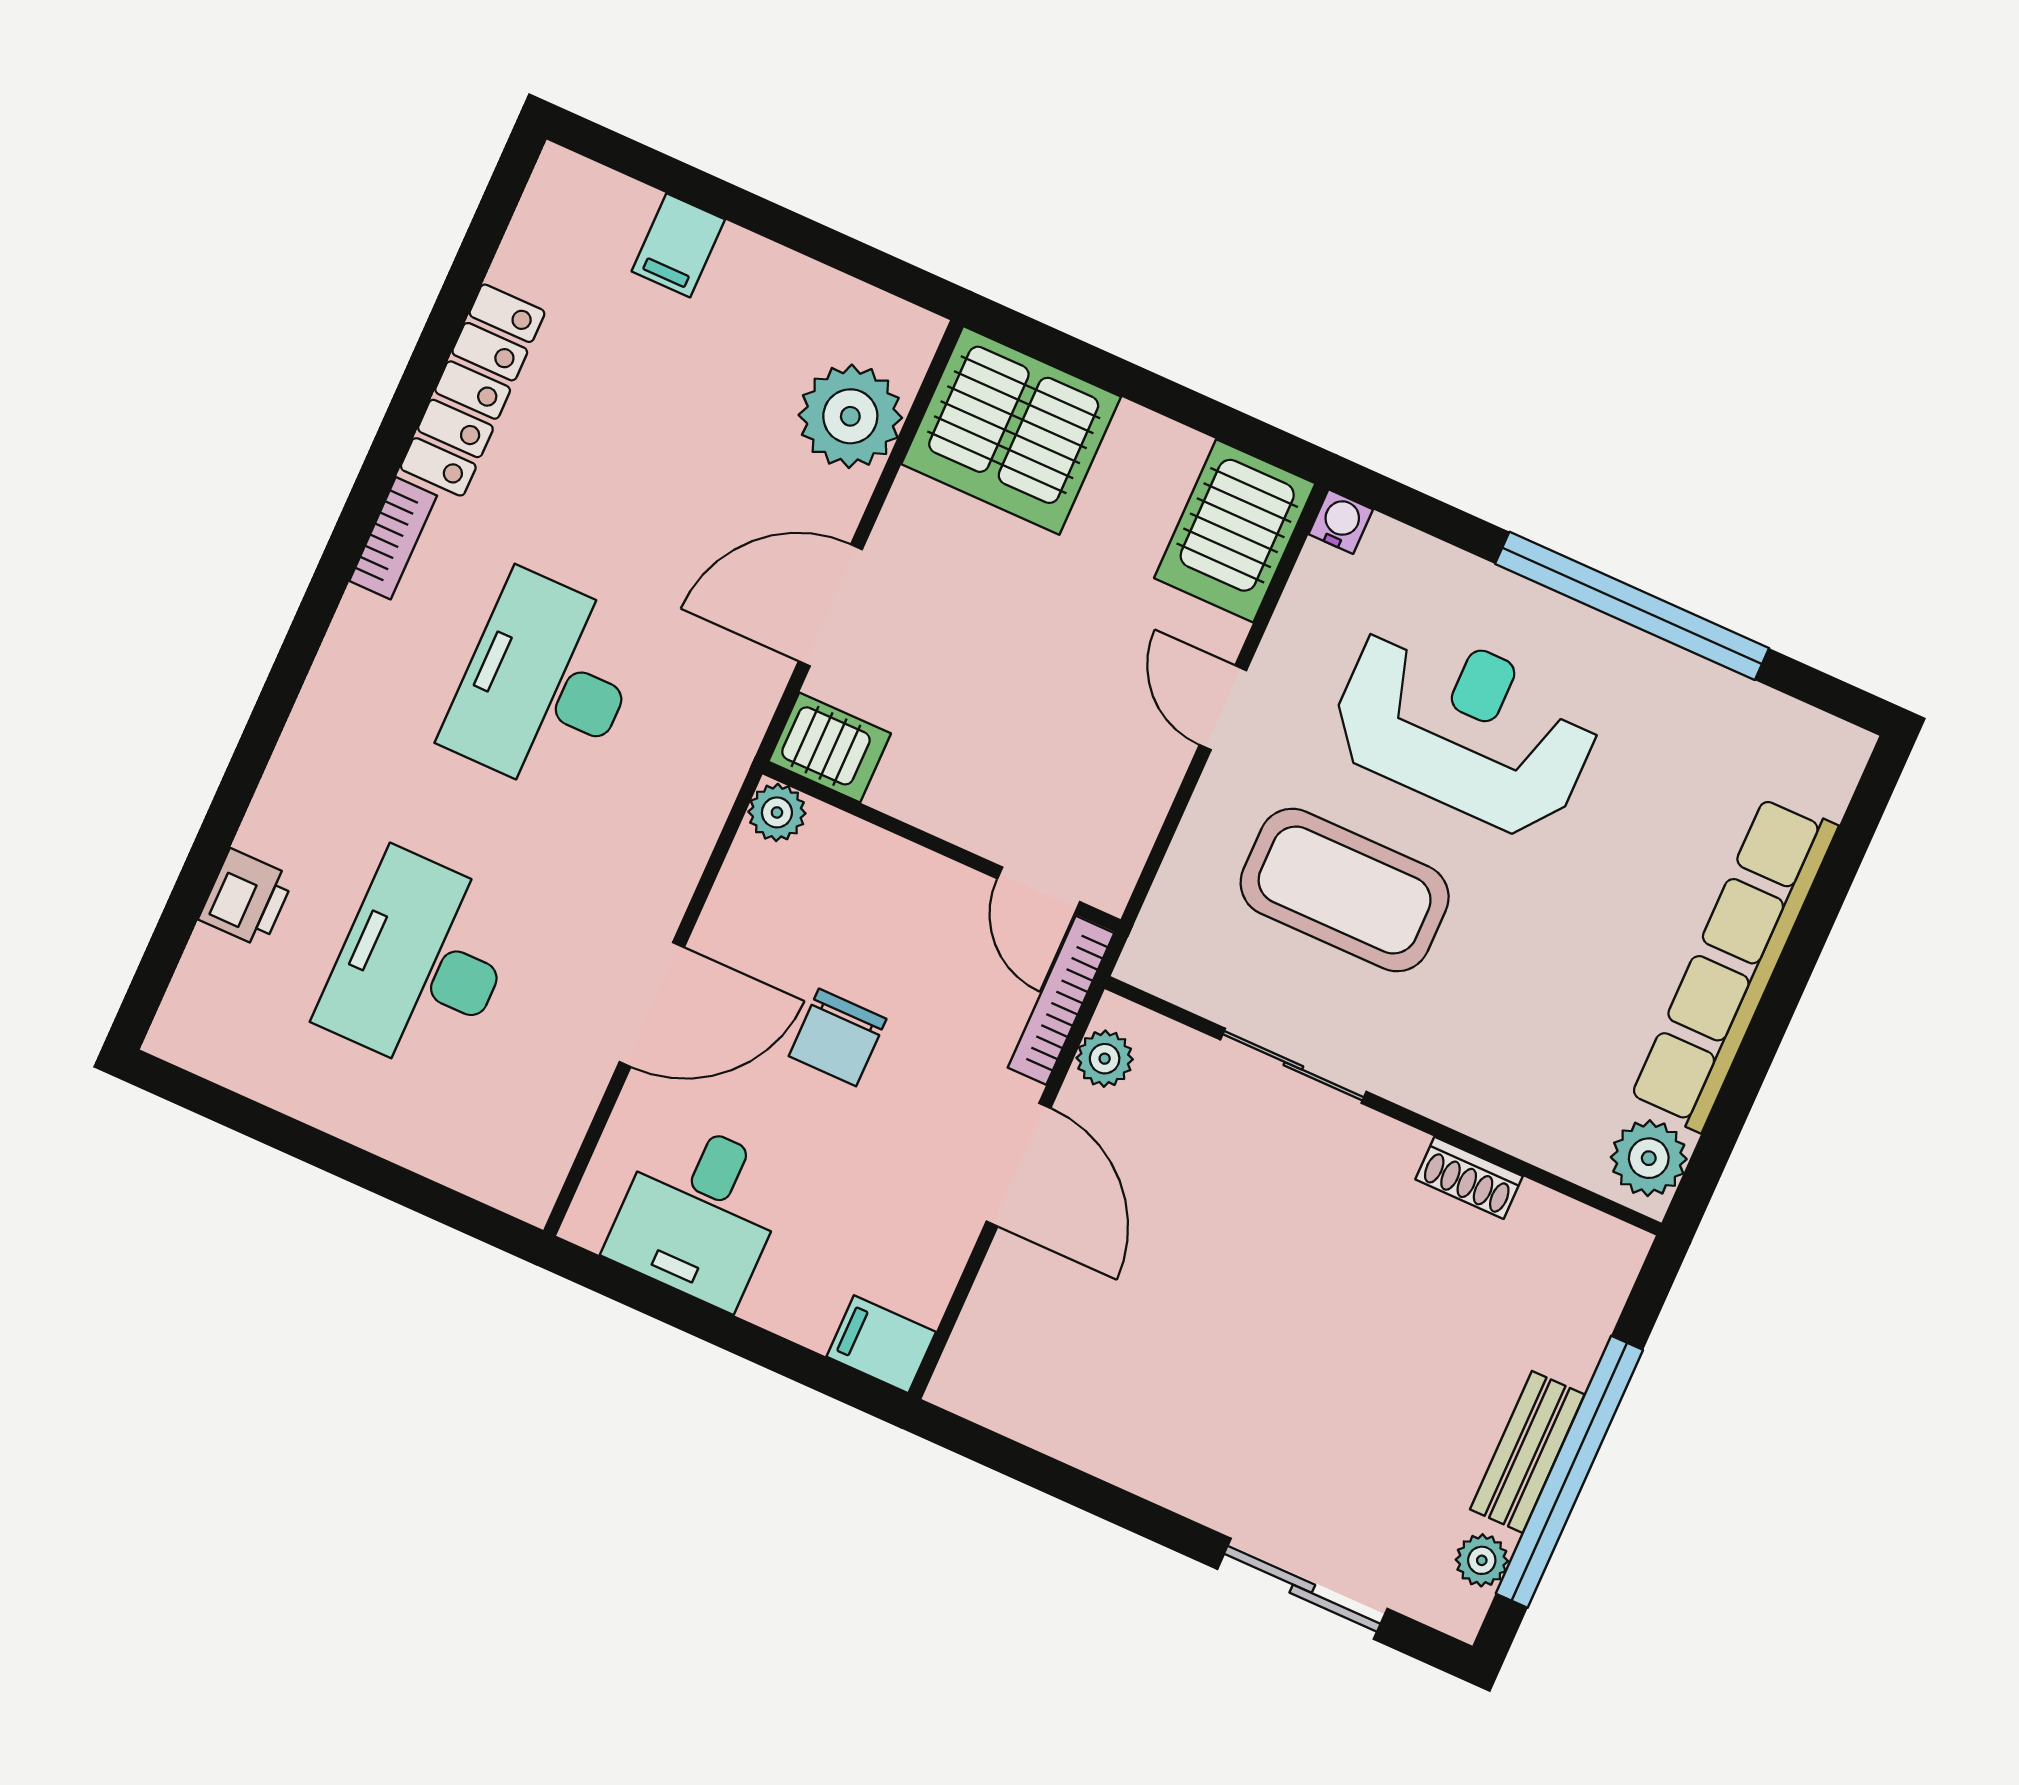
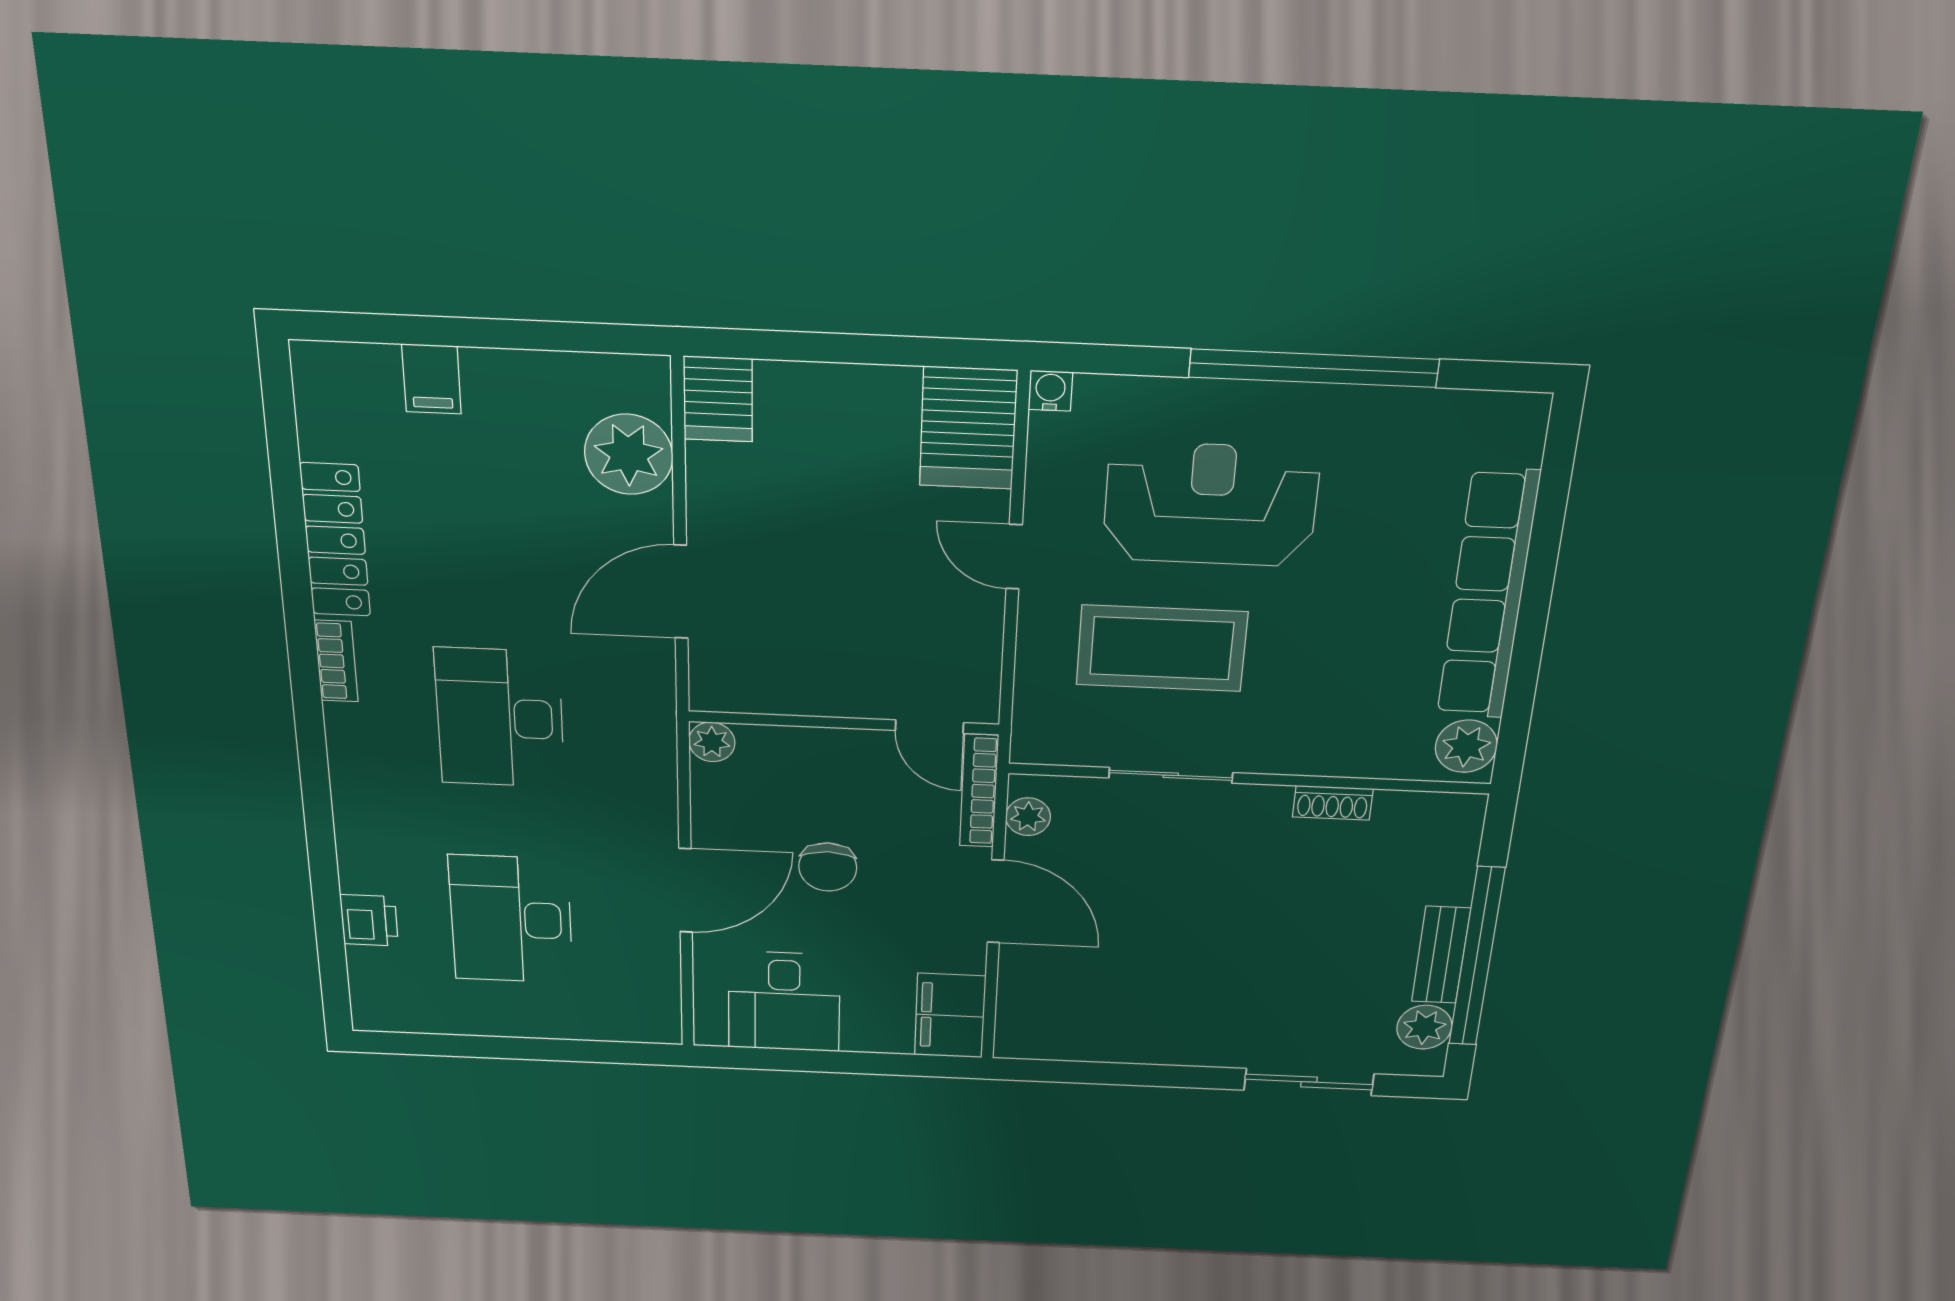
server rack: (1011, 430) -> (718, 399), width x0.46, depth x0.70
server rack: (830, 748) -> (729, 687), removed
filing cabinet: (881, 1344) -> (950, 1016), width x2.00
plant: (1482, 1560) -> (1424, 1027), width x1.38, depth x1.38

